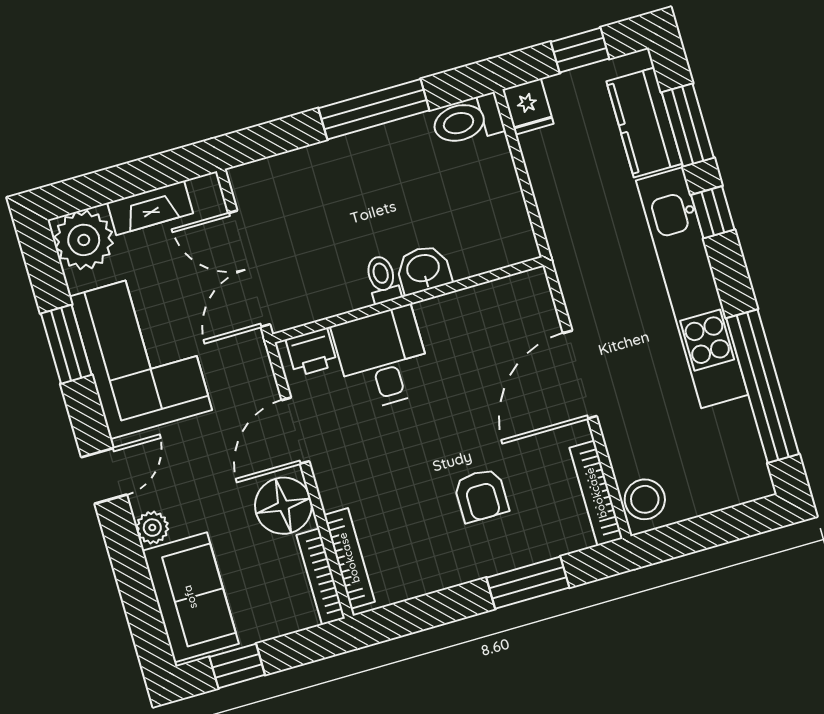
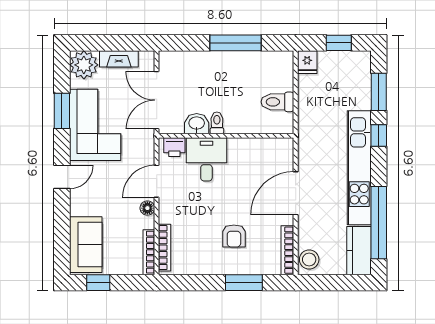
toilet: (468, 121) -> (277, 102), moved
kitchen counter: (644, 123) -> (359, 251), moved
washbasin: (423, 269) -> (197, 124), moved
floor lamp: (283, 506) -> (147, 208), width x0.53, depth x0.53
plant: (152, 528) -> (77, 207), removed

